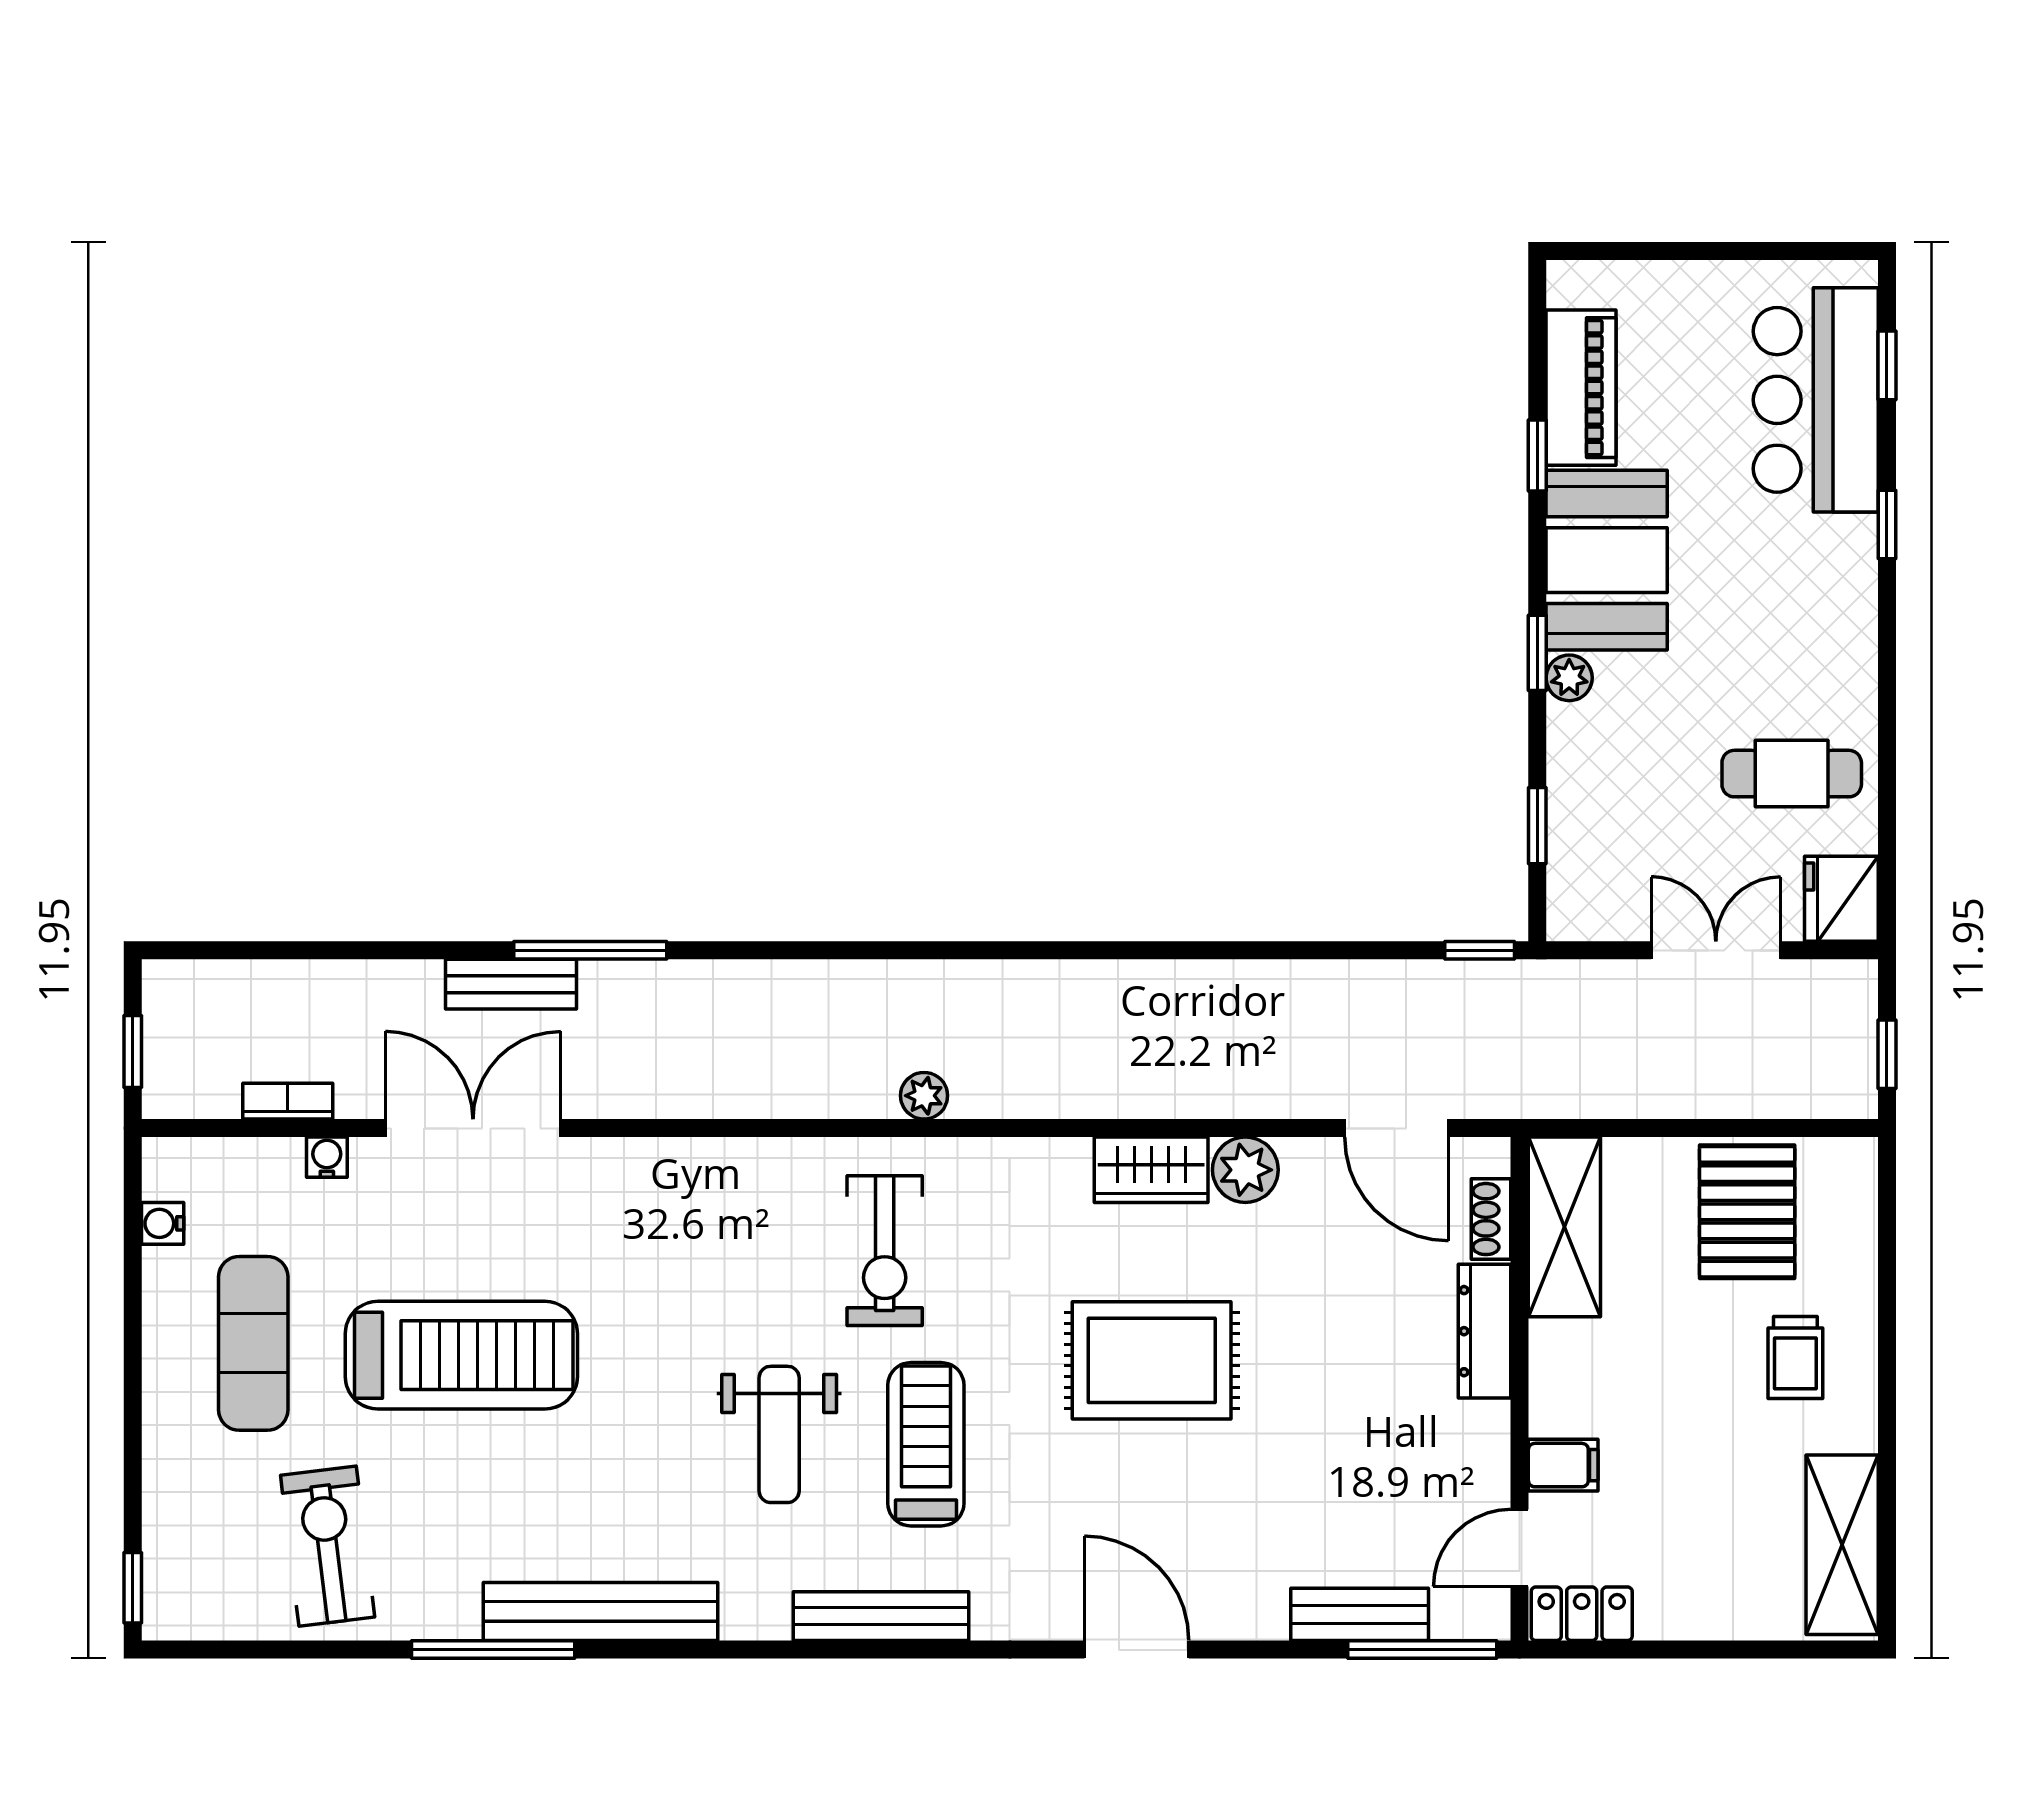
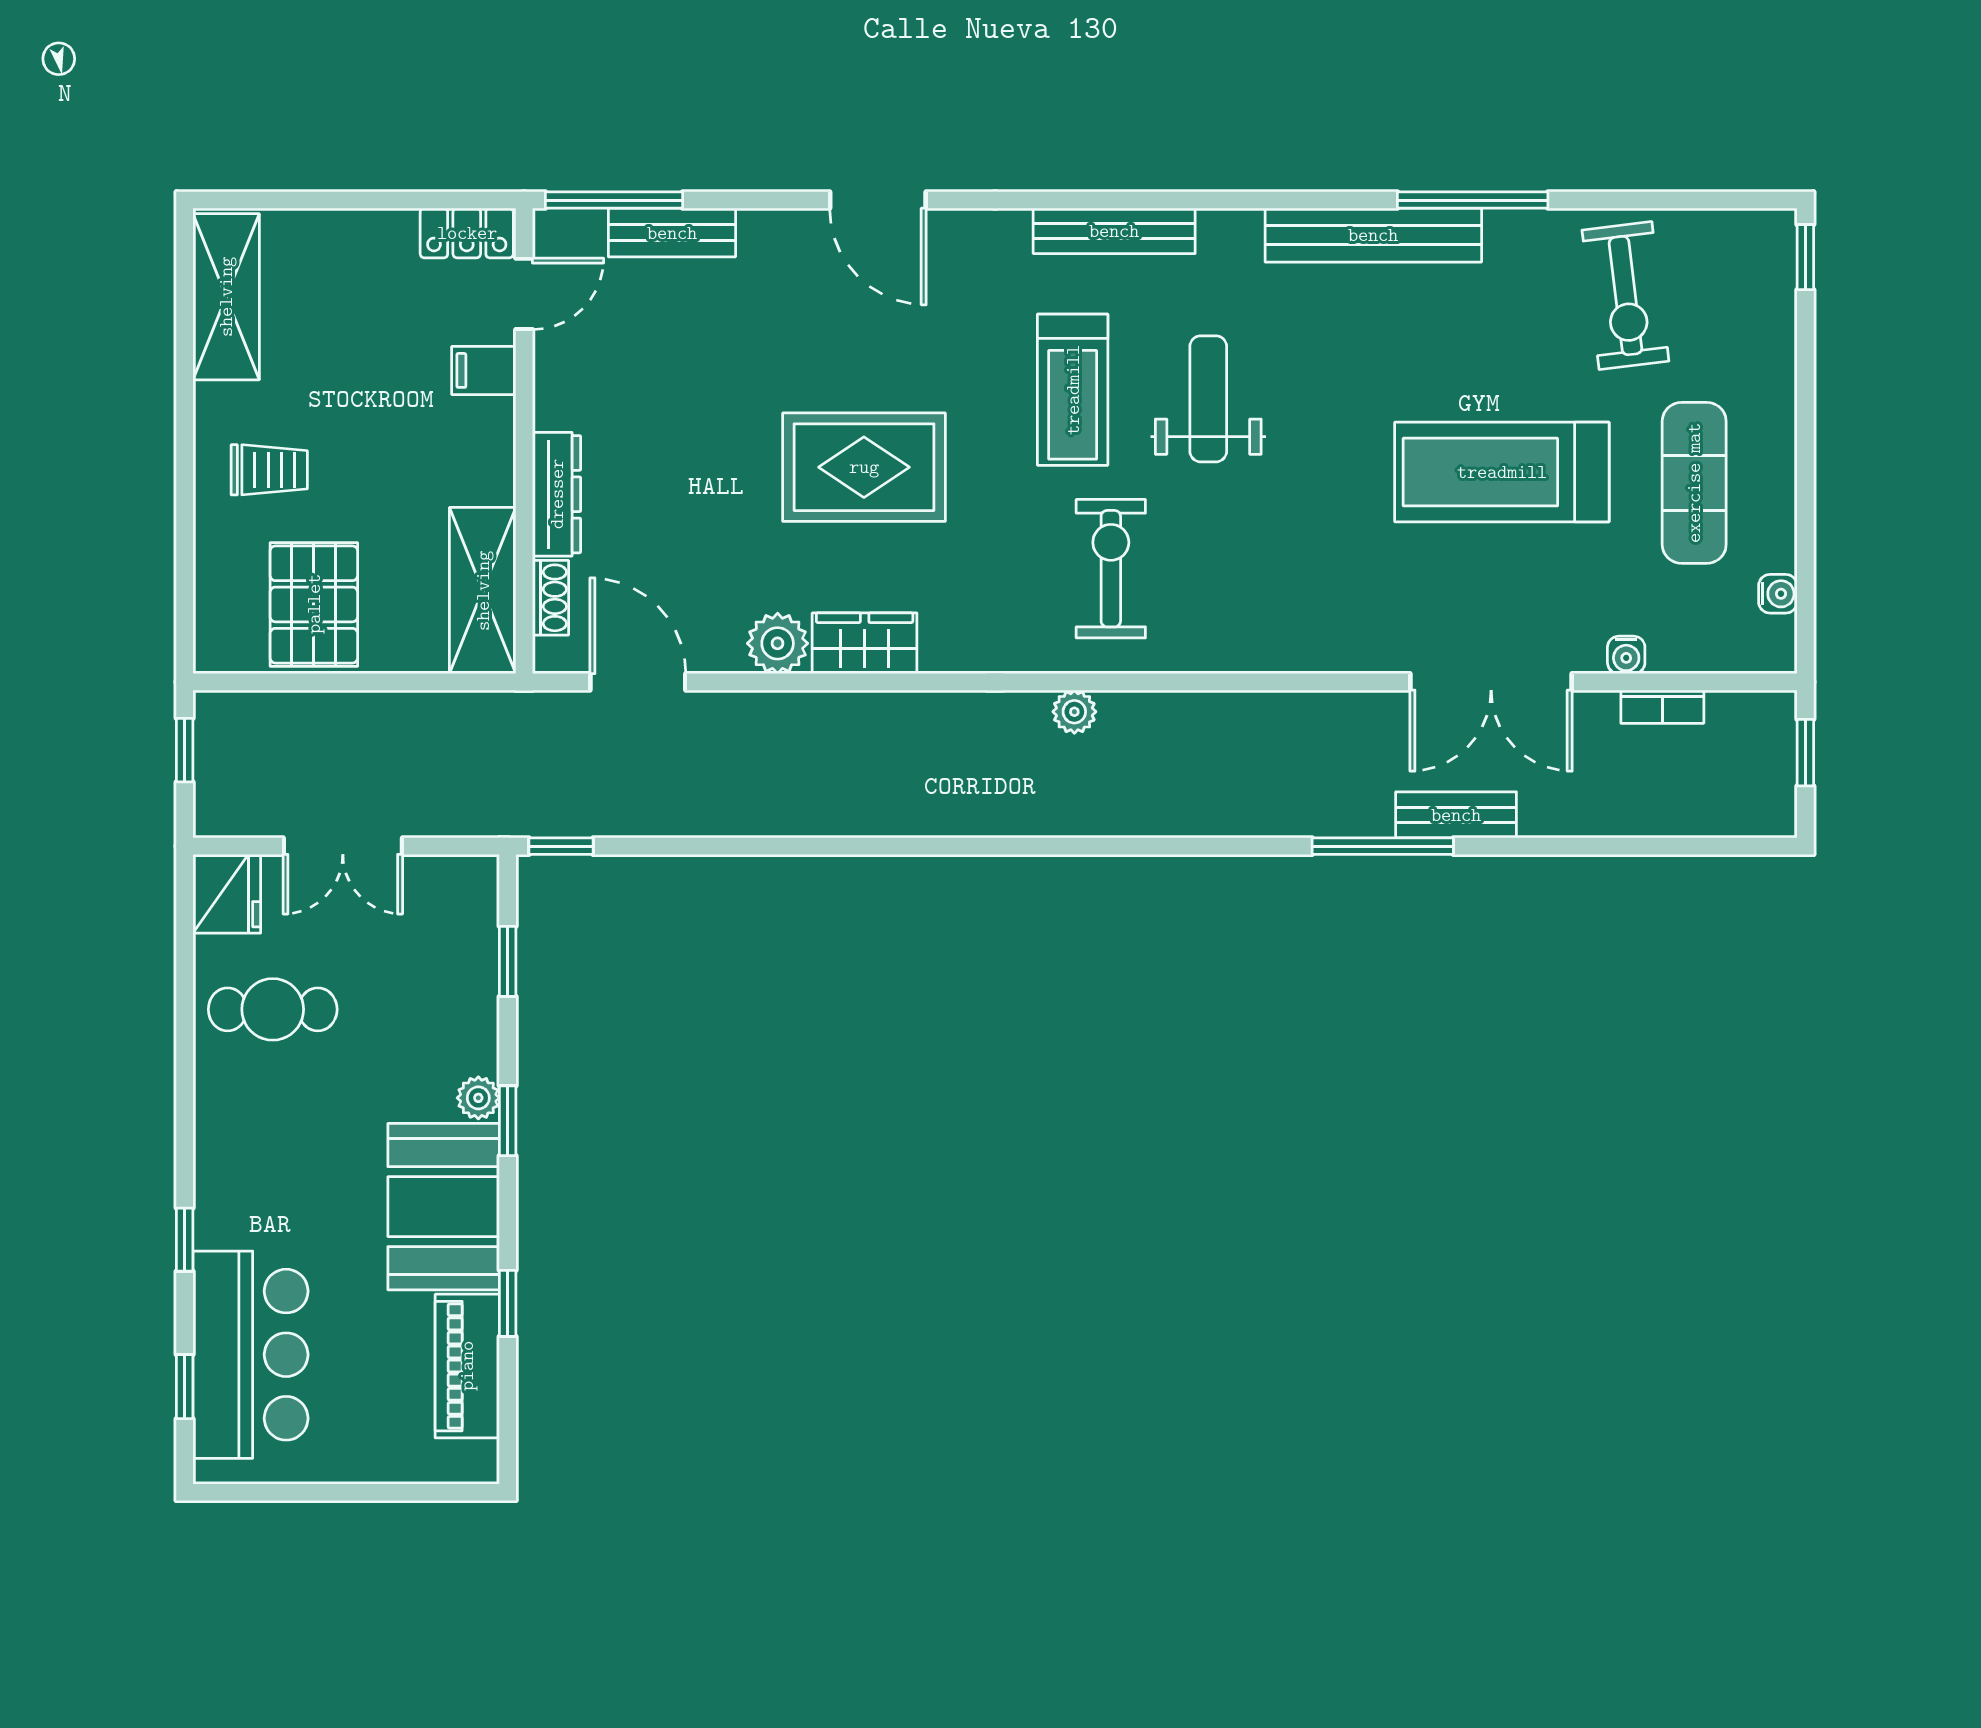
trolley: (1795, 1358) -> (269, 470), turned 90

